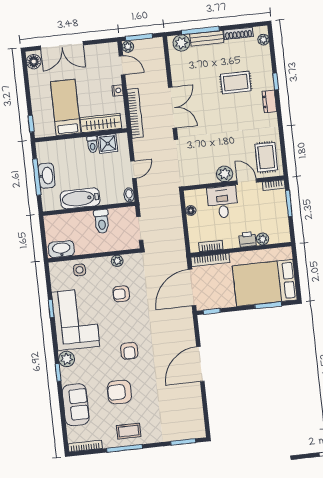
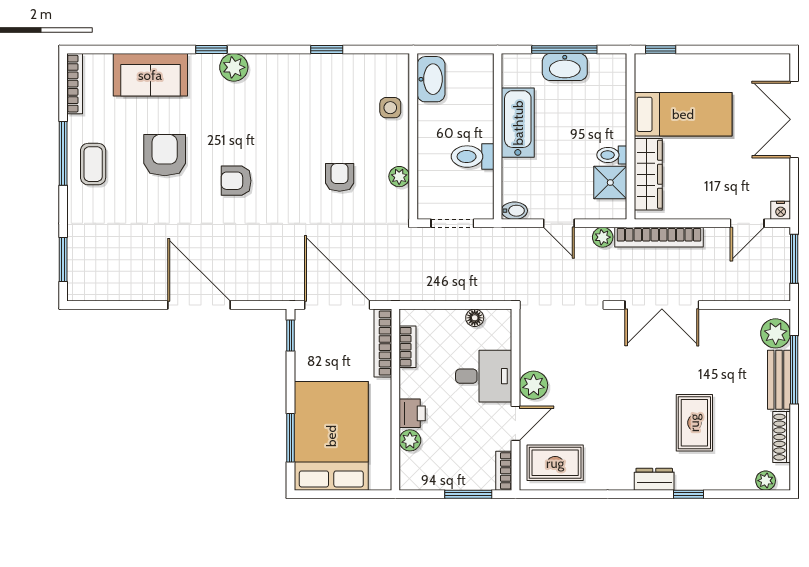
plant: (128, 47) -> (603, 237), moved
floor lamp: (34, 62) -> (771, 66), removed
nightstand: (118, 90) -> (781, 210), moved
corner sofa: (76, 319) -> (303, 91), removed

